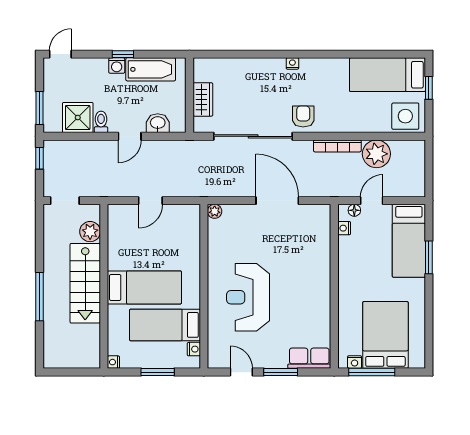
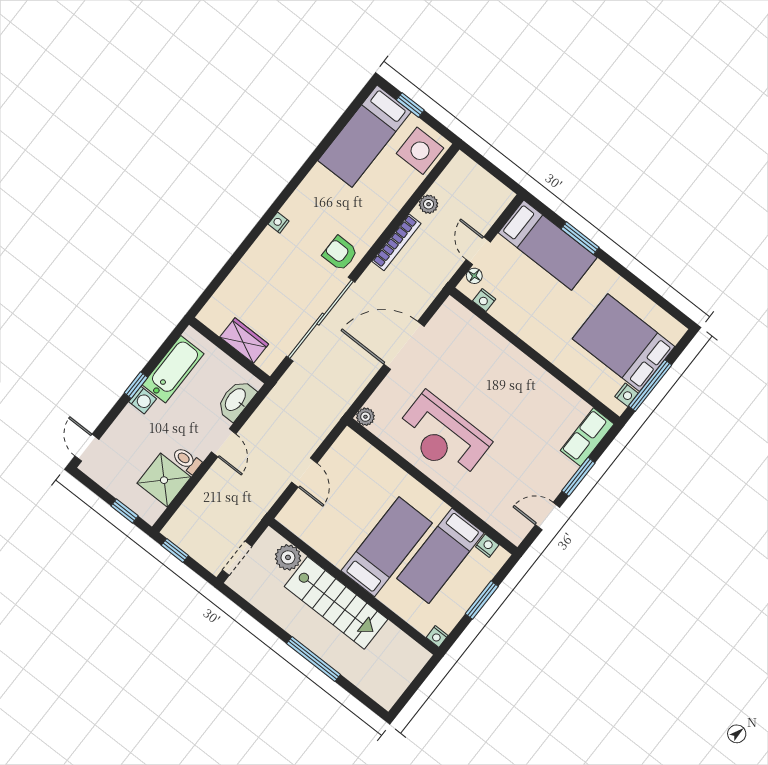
window: (40, 108) -> (125, 511), width x0.67
washbasin: (158, 123) -> (236, 400), width x1.38
plant: (376, 154) -> (429, 204), width x0.53, depth x0.53
reception desk: (248, 297) -> (443, 436), moved

